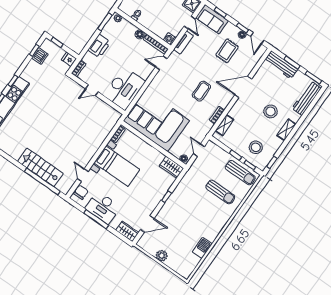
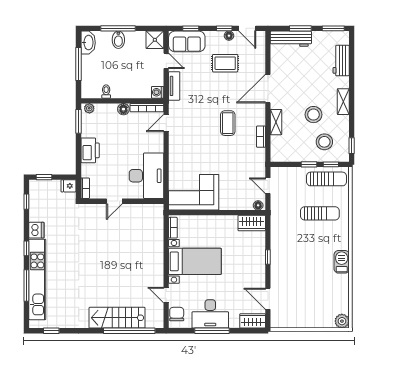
rug: (227, 51) -> (225, 63), turned 90
dishwasher: (40, 56) -> (36, 230), moved
workbench: (306, 98) -> (341, 61), width x0.73
stool: (271, 111) -> (313, 115), moved
corner sofa: (156, 121) -> (194, 192), width x0.73, depth x0.74
shelving: (224, 125) -> (276, 122), moved
door: (147, 224) -> (268, 299), swing flipped
barbecue: (202, 248) -> (342, 262), moved
plant: (162, 256) -> (342, 321), moved

